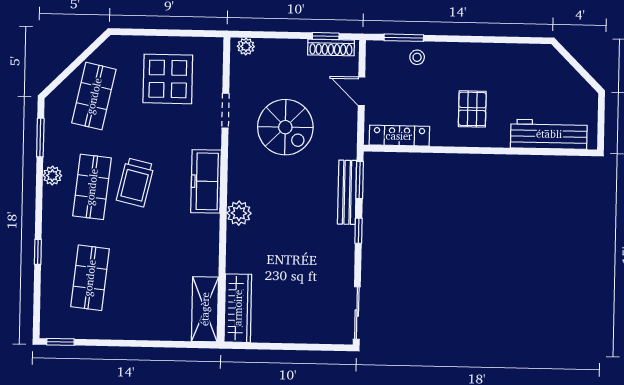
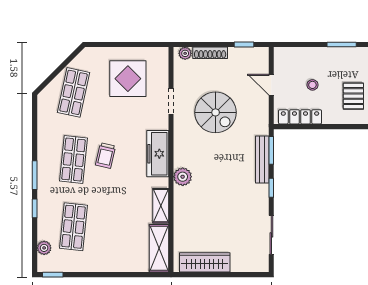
window: (404, 38) -> (342, 44), moved
shoe rack: (331, 47) -> (210, 53), moved
stool: (417, 57) -> (312, 85), moved
window: (40, 138) -> (35, 175), moved
plant: (52, 176) -> (44, 248), moved
trolley: (135, 182) -> (106, 156), width x0.73, depth x0.72
shelving: (209, 252) -> (161, 206), added
wardrobe: (238, 308) -> (205, 262), moved, turned -90
sliding door: (357, 313) -> (271, 235), moved

